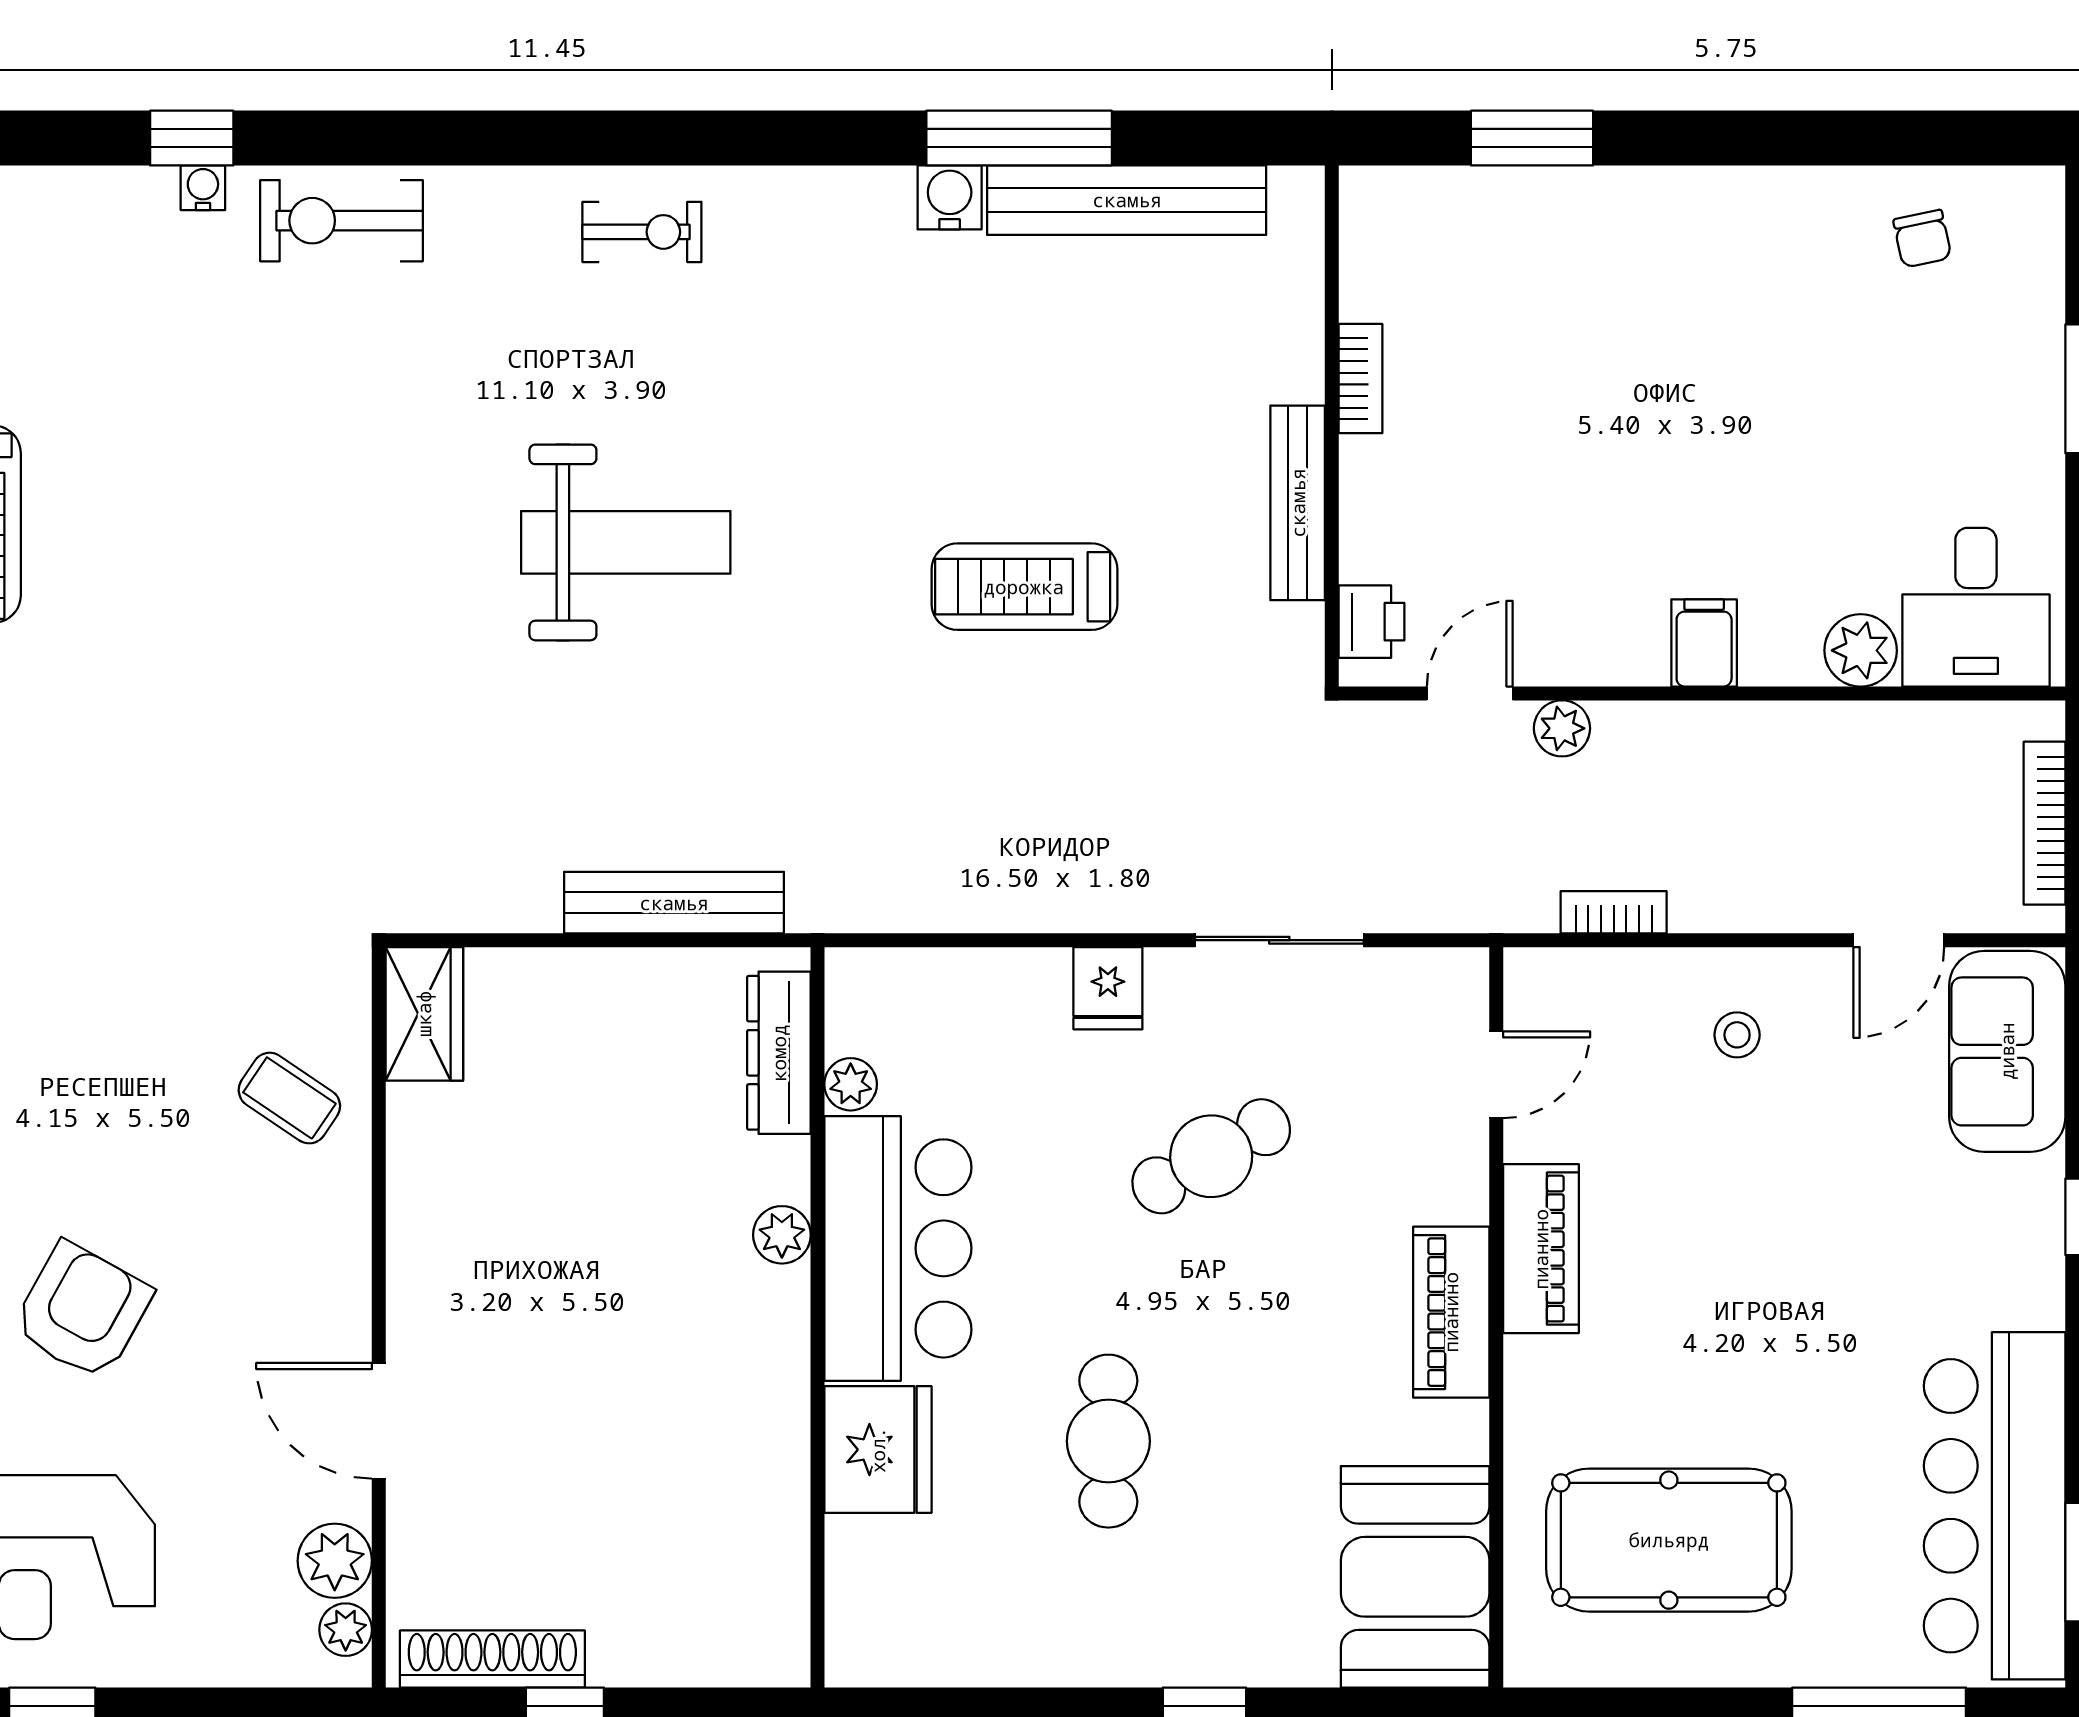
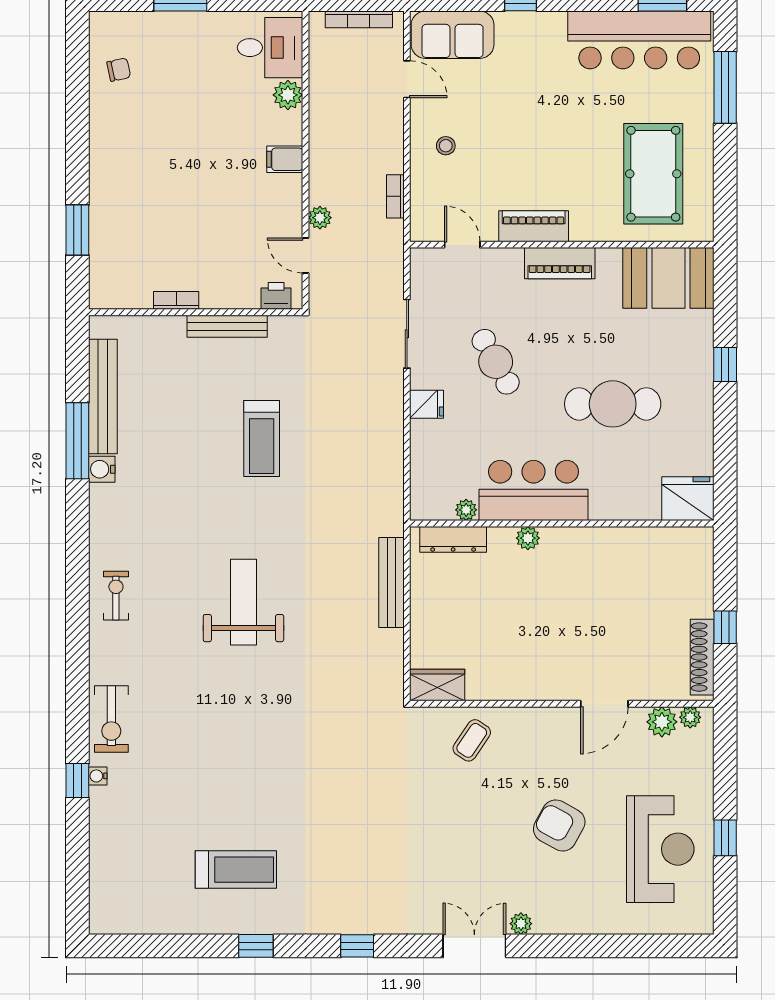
cafe table: (1108, 1441) -> (613, 404), width x1.37, depth x1.35
fridge: (878, 1450) -> (688, 499), moved

